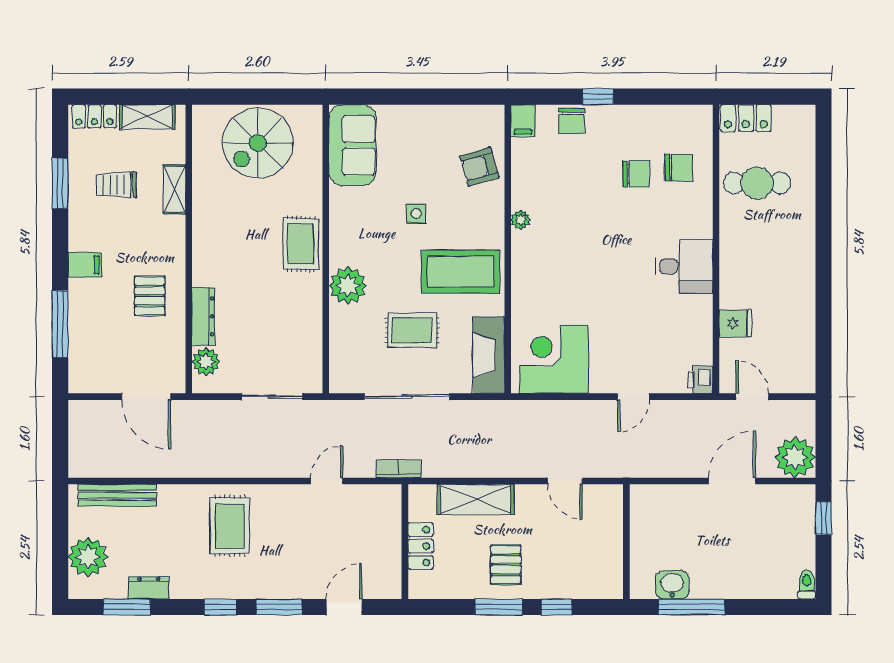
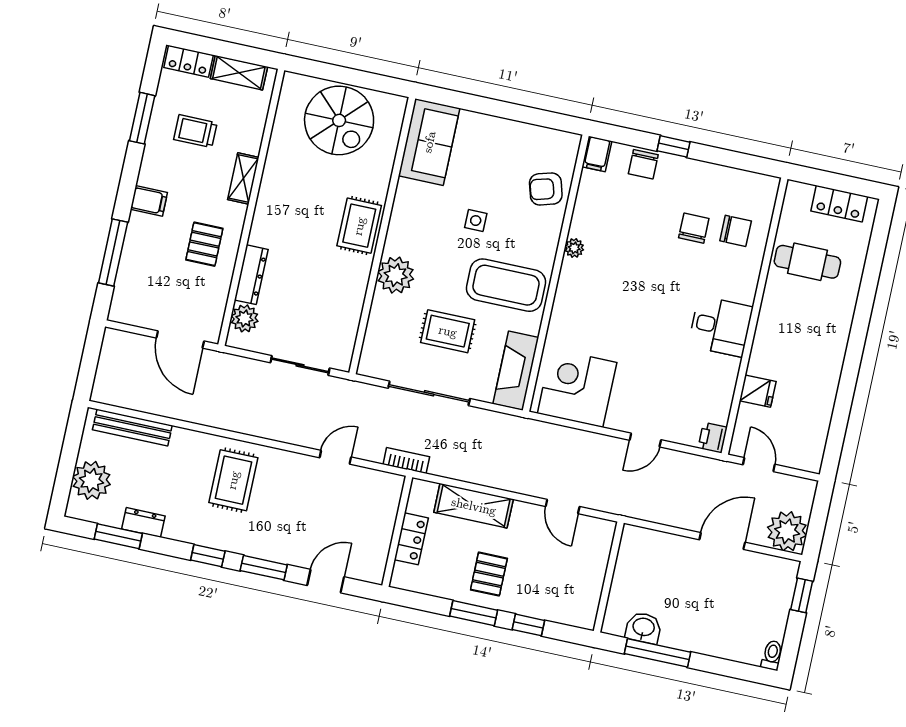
locker: (746, 118) -> (839, 204), moved
spiral stairs: (258, 143) -> (339, 120), turned -90
chair: (636, 174) -> (694, 228), turned -90
shelving: (175, 189) -> (243, 179), moved

